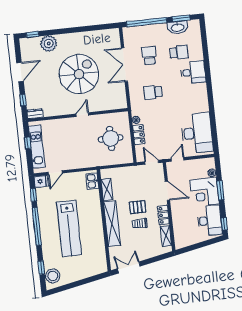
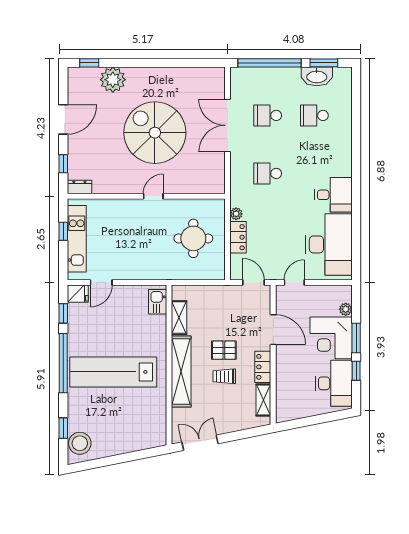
school desk: (179, 52) -> (314, 115), turned 180
school desk: (149, 56) -> (268, 115), turned -90
desk: (193, 72) -> (333, 195), moved
spiral stairs: (79, 74) -> (155, 133), turned -90
window: (224, 224) -> (356, 371), moved
lab bench: (69, 229) -> (113, 372), turned 90

